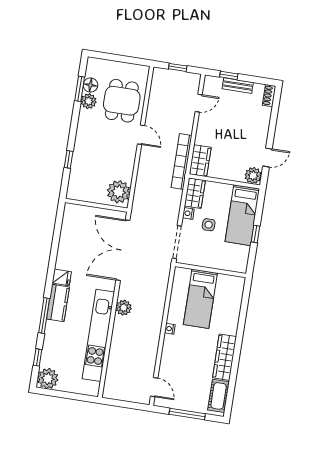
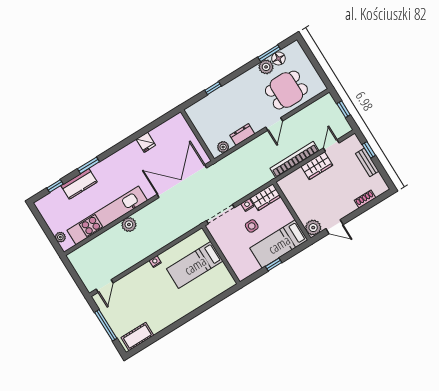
shoe rack: (269, 96) -> (365, 199), moved
door: (199, 103) -> (331, 145), swing flipped
wardrobe: (200, 161) -> (317, 166), moved
bookcase: (181, 162) -> (295, 160), moved
dresser: (127, 168) -> (242, 135), added
plant: (119, 192) -> (223, 147), width x0.53, depth x0.53
fridge: (62, 277) -> (146, 142), moved
kitchen counter: (58, 303) -> (79, 184), moved
plant: (124, 308) -> (129, 225), moved
window: (44, 316) -> (88, 165), width x0.69
wardrobe: (225, 357) -> (168, 317), removed
plant: (48, 379) -> (60, 237), moved, width x0.53, depth x0.53

